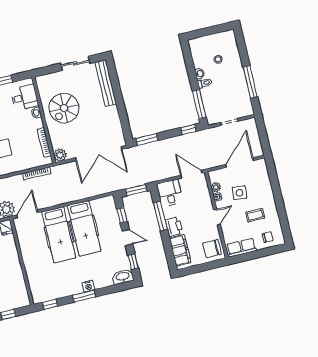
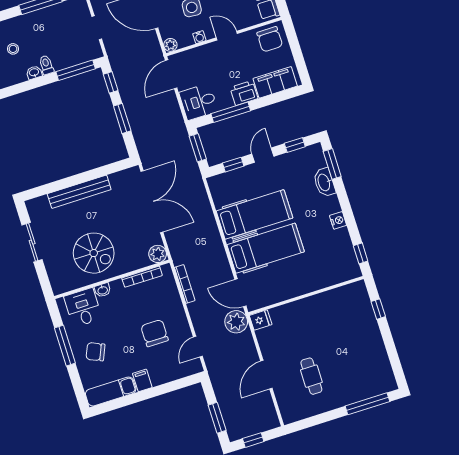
bench: (106, 83) -> (79, 192), moved
window: (147, 139) -> (122, 118), moved
plant: (216, 187) -> (170, 45), moved
washbasin: (123, 277) -> (324, 182), moved
nightstand: (88, 286) -> (338, 220), moved
window: (84, 296) -> (332, 164), moved

